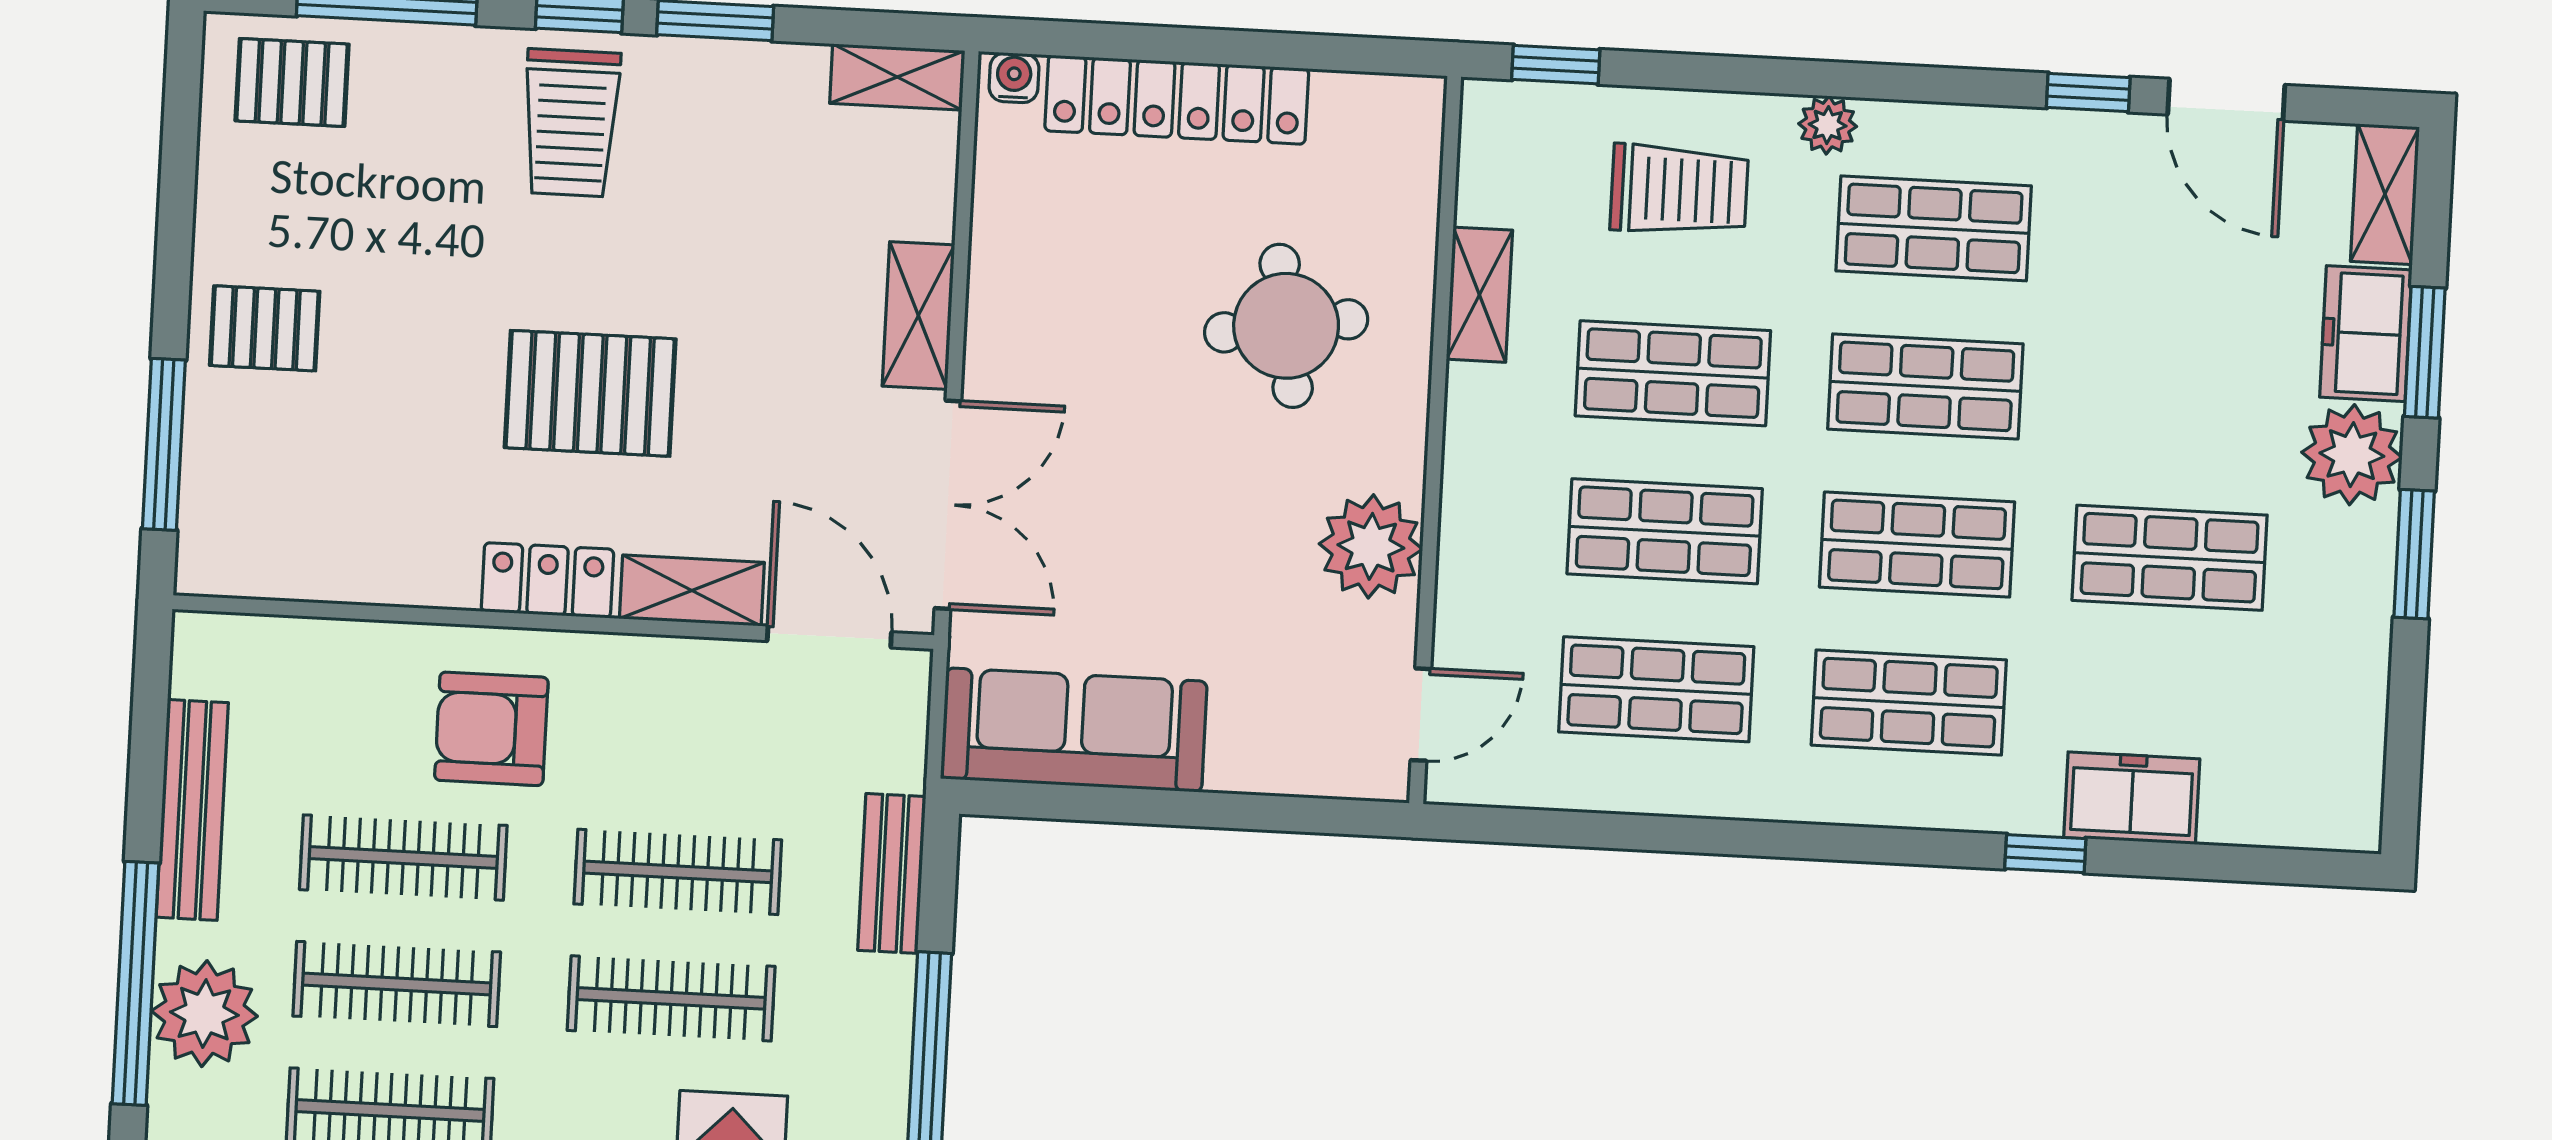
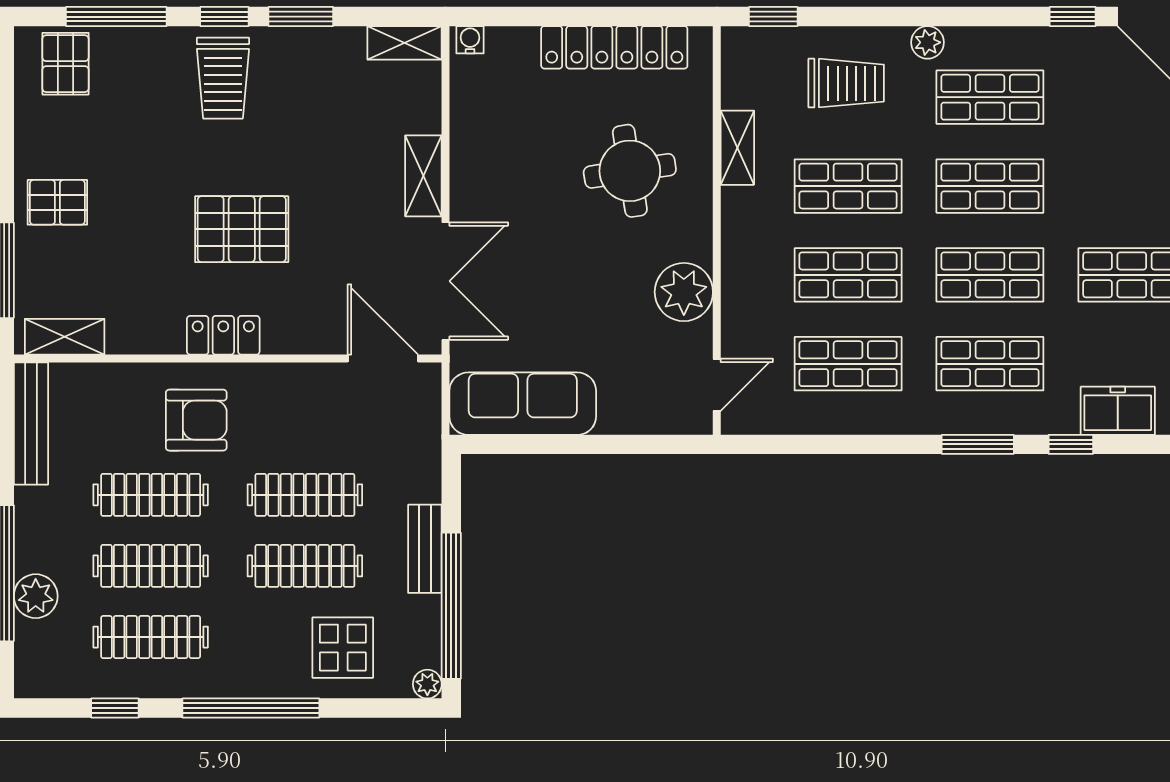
pallet: (292, 82) -> (65, 64), turned 90
locker: (1177, 100) -> (614, 47), moved
shelving: (692, 591) -> (65, 337), moved
armchair: (491, 729) -> (196, 420), turned 180
bench: (192, 810) -> (31, 423), moved
window: (1880, 845) -> (978, 444), added
bench: (892, 873) -> (425, 549), moved
plant: (204, 1014) -> (36, 596), width x0.73, depth x0.73

